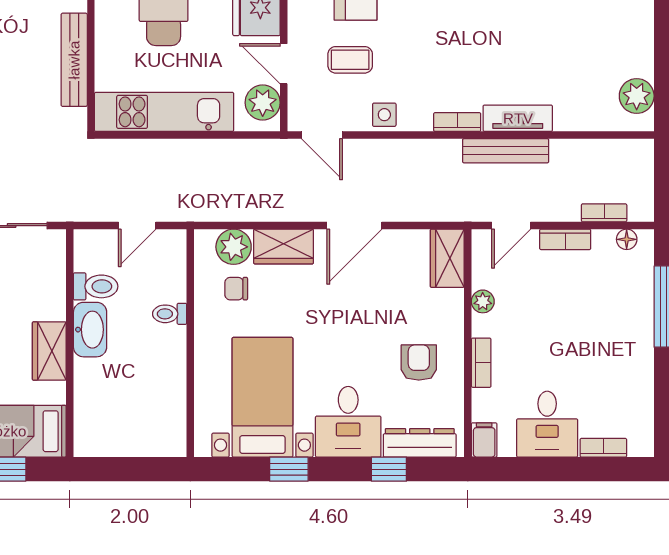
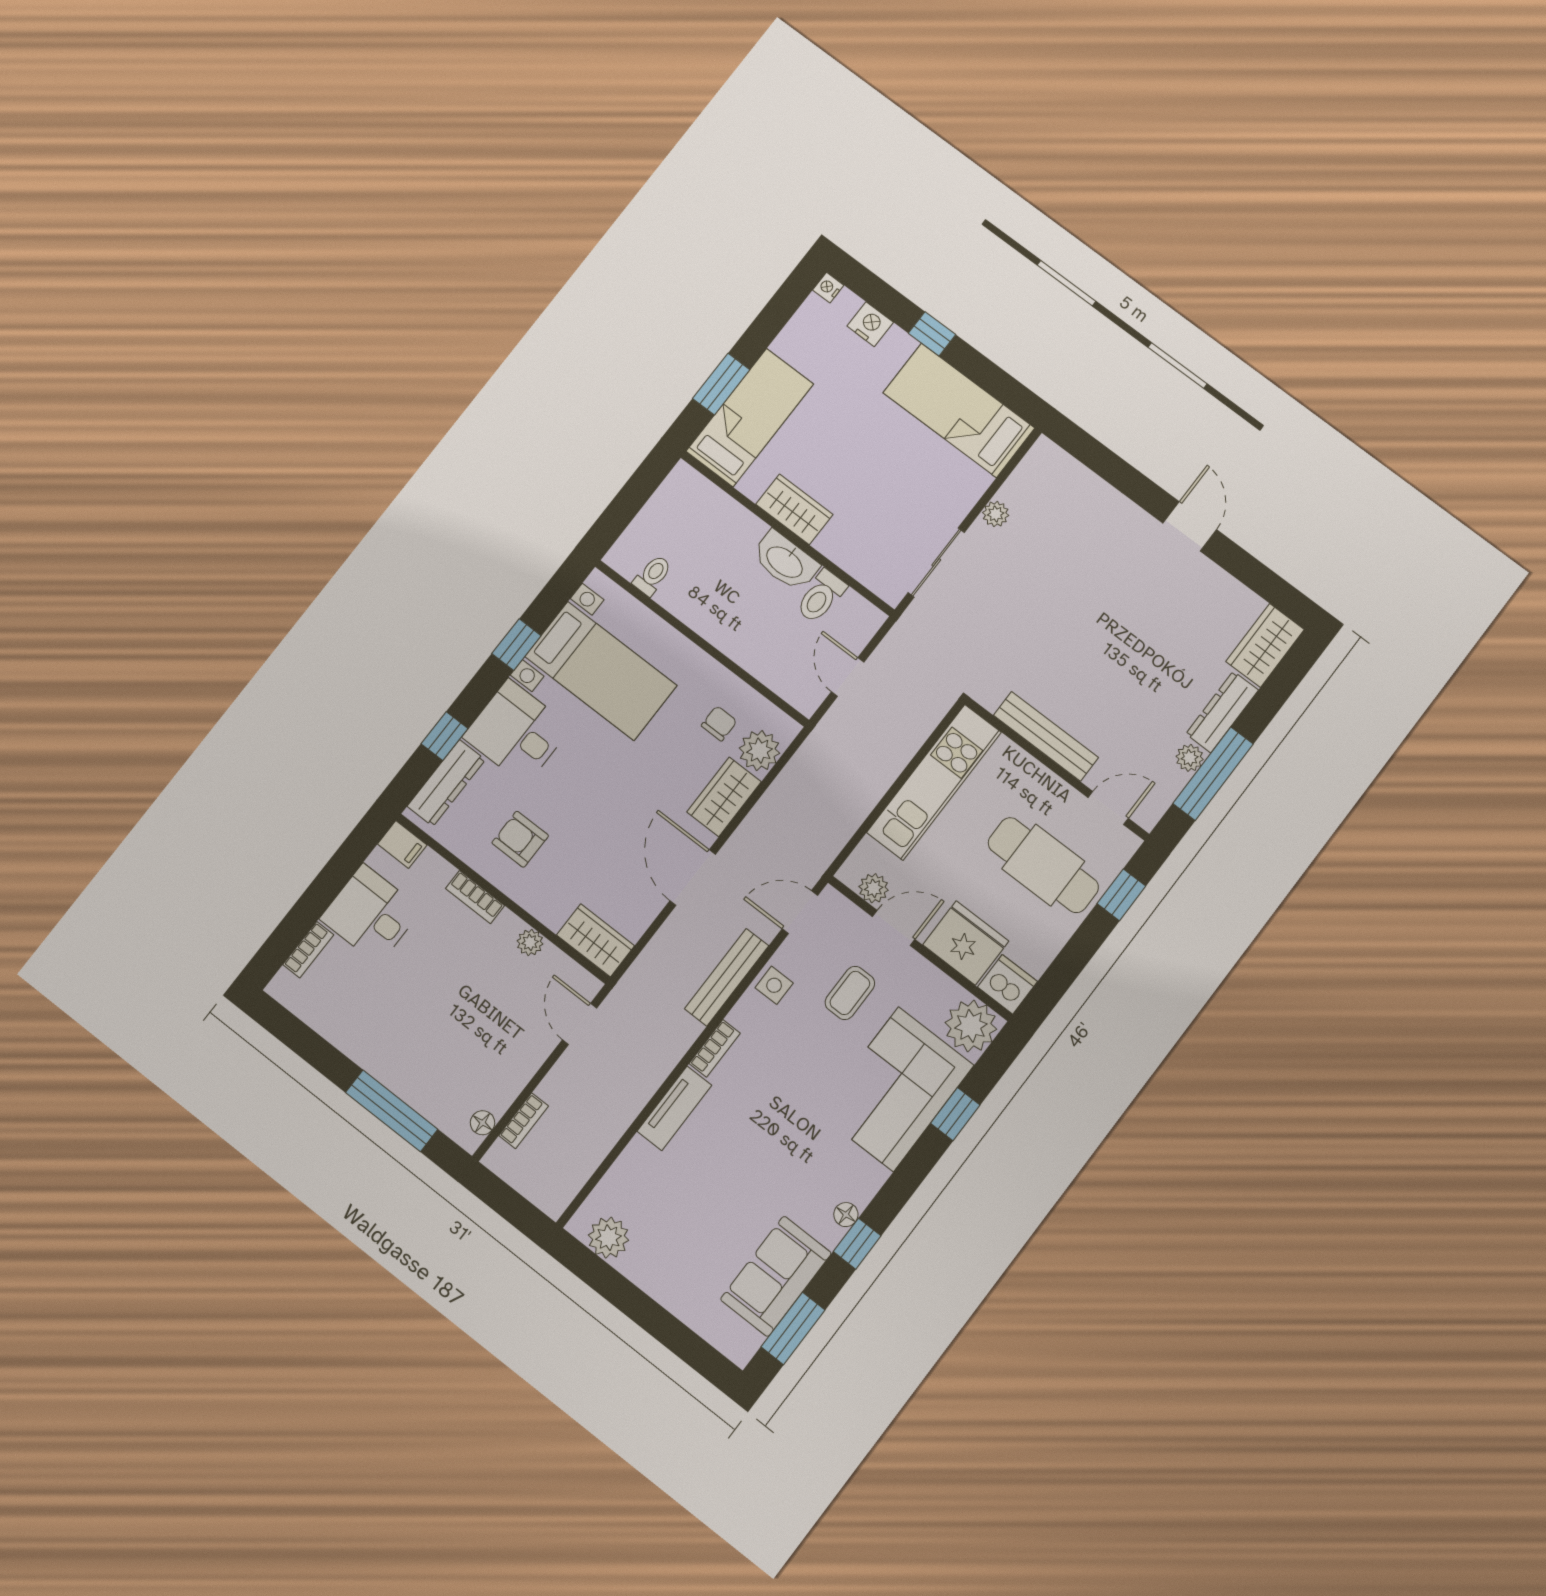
plant: (263, 103) -> (874, 888), width x0.73, depth x0.73
bench: (506, 151) -> (727, 977), moved
bookcase: (565, 239) -> (527, 1065), removed
toilet: (170, 314) -> (652, 575), moved
armchair: (419, 363) -> (520, 839), turned 180

